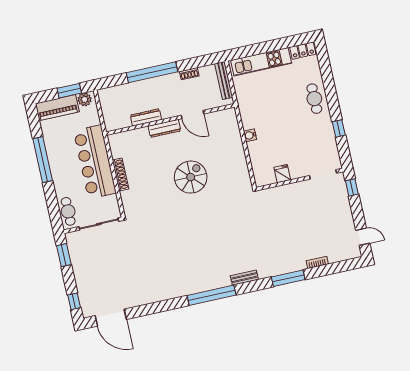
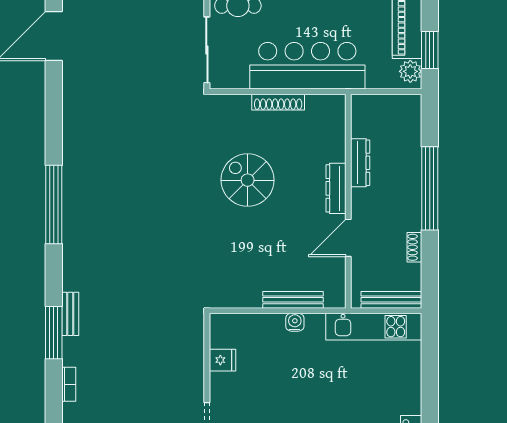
kitchen unit: (261, 62) -> (374, 327), moved, turned -90
bench: (237, 139) -> (293, 300), added
spiral stairs: (191, 177) -> (248, 180), moved, turned 180
bench: (244, 278) -> (70, 314), moved

